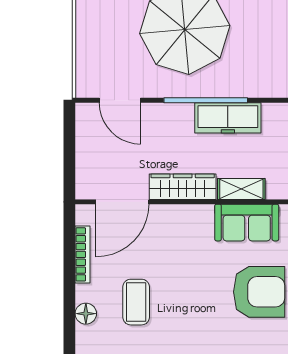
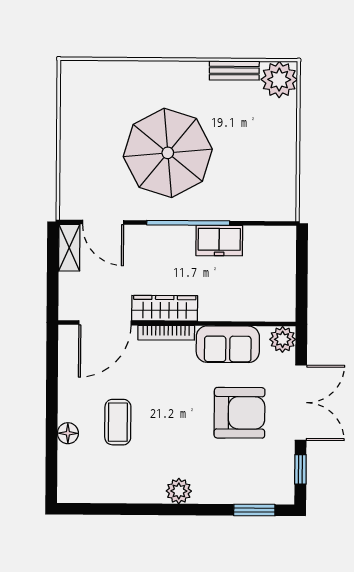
freezer: (228, 118) -> (219, 241), width x0.71
shelving: (241, 189) -> (69, 248), moved, turned 90
bookcase: (82, 254) -> (166, 333), moved, turned 90

